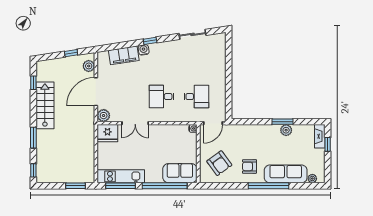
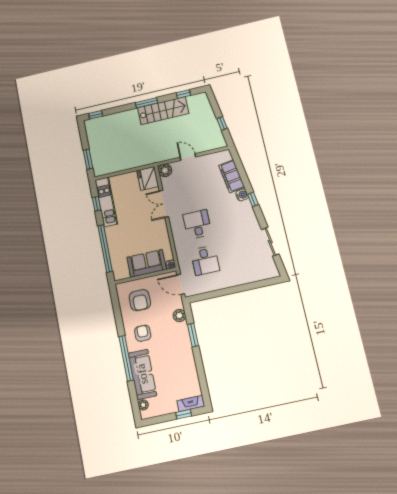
plant: (89, 66) -> (213, 144), removed
door: (96, 92) -> (188, 157), width x0.53
window: (282, 122) -> (193, 335), moved
plant: (286, 130) -> (179, 316), moved
window: (33, 138) -> (146, 103), moved
armchair: (219, 163) -> (140, 300), turned -54
sofa: (180, 173) -> (147, 263), moved, turned -90
window: (121, 186) -> (97, 204), width x0.46

